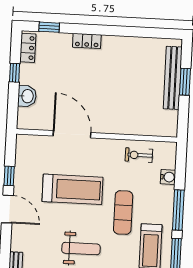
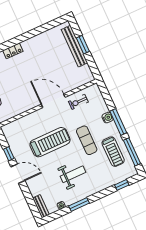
door: (72, 134) -> (53, 101), moved
water cooler: (168, 177) -> (108, 118), moved

